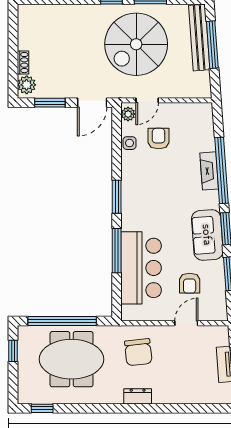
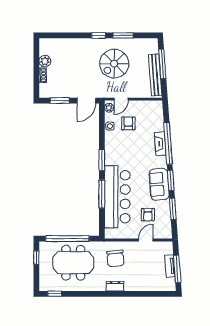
bench: (199, 38) -> (155, 75), moved
spiral stairs: (136, 44) -> (114, 64), width x0.73, depth x0.73
plant: (27, 85) -> (45, 61), moved
bar counter: (141, 268) -> (117, 197), width x1.36

